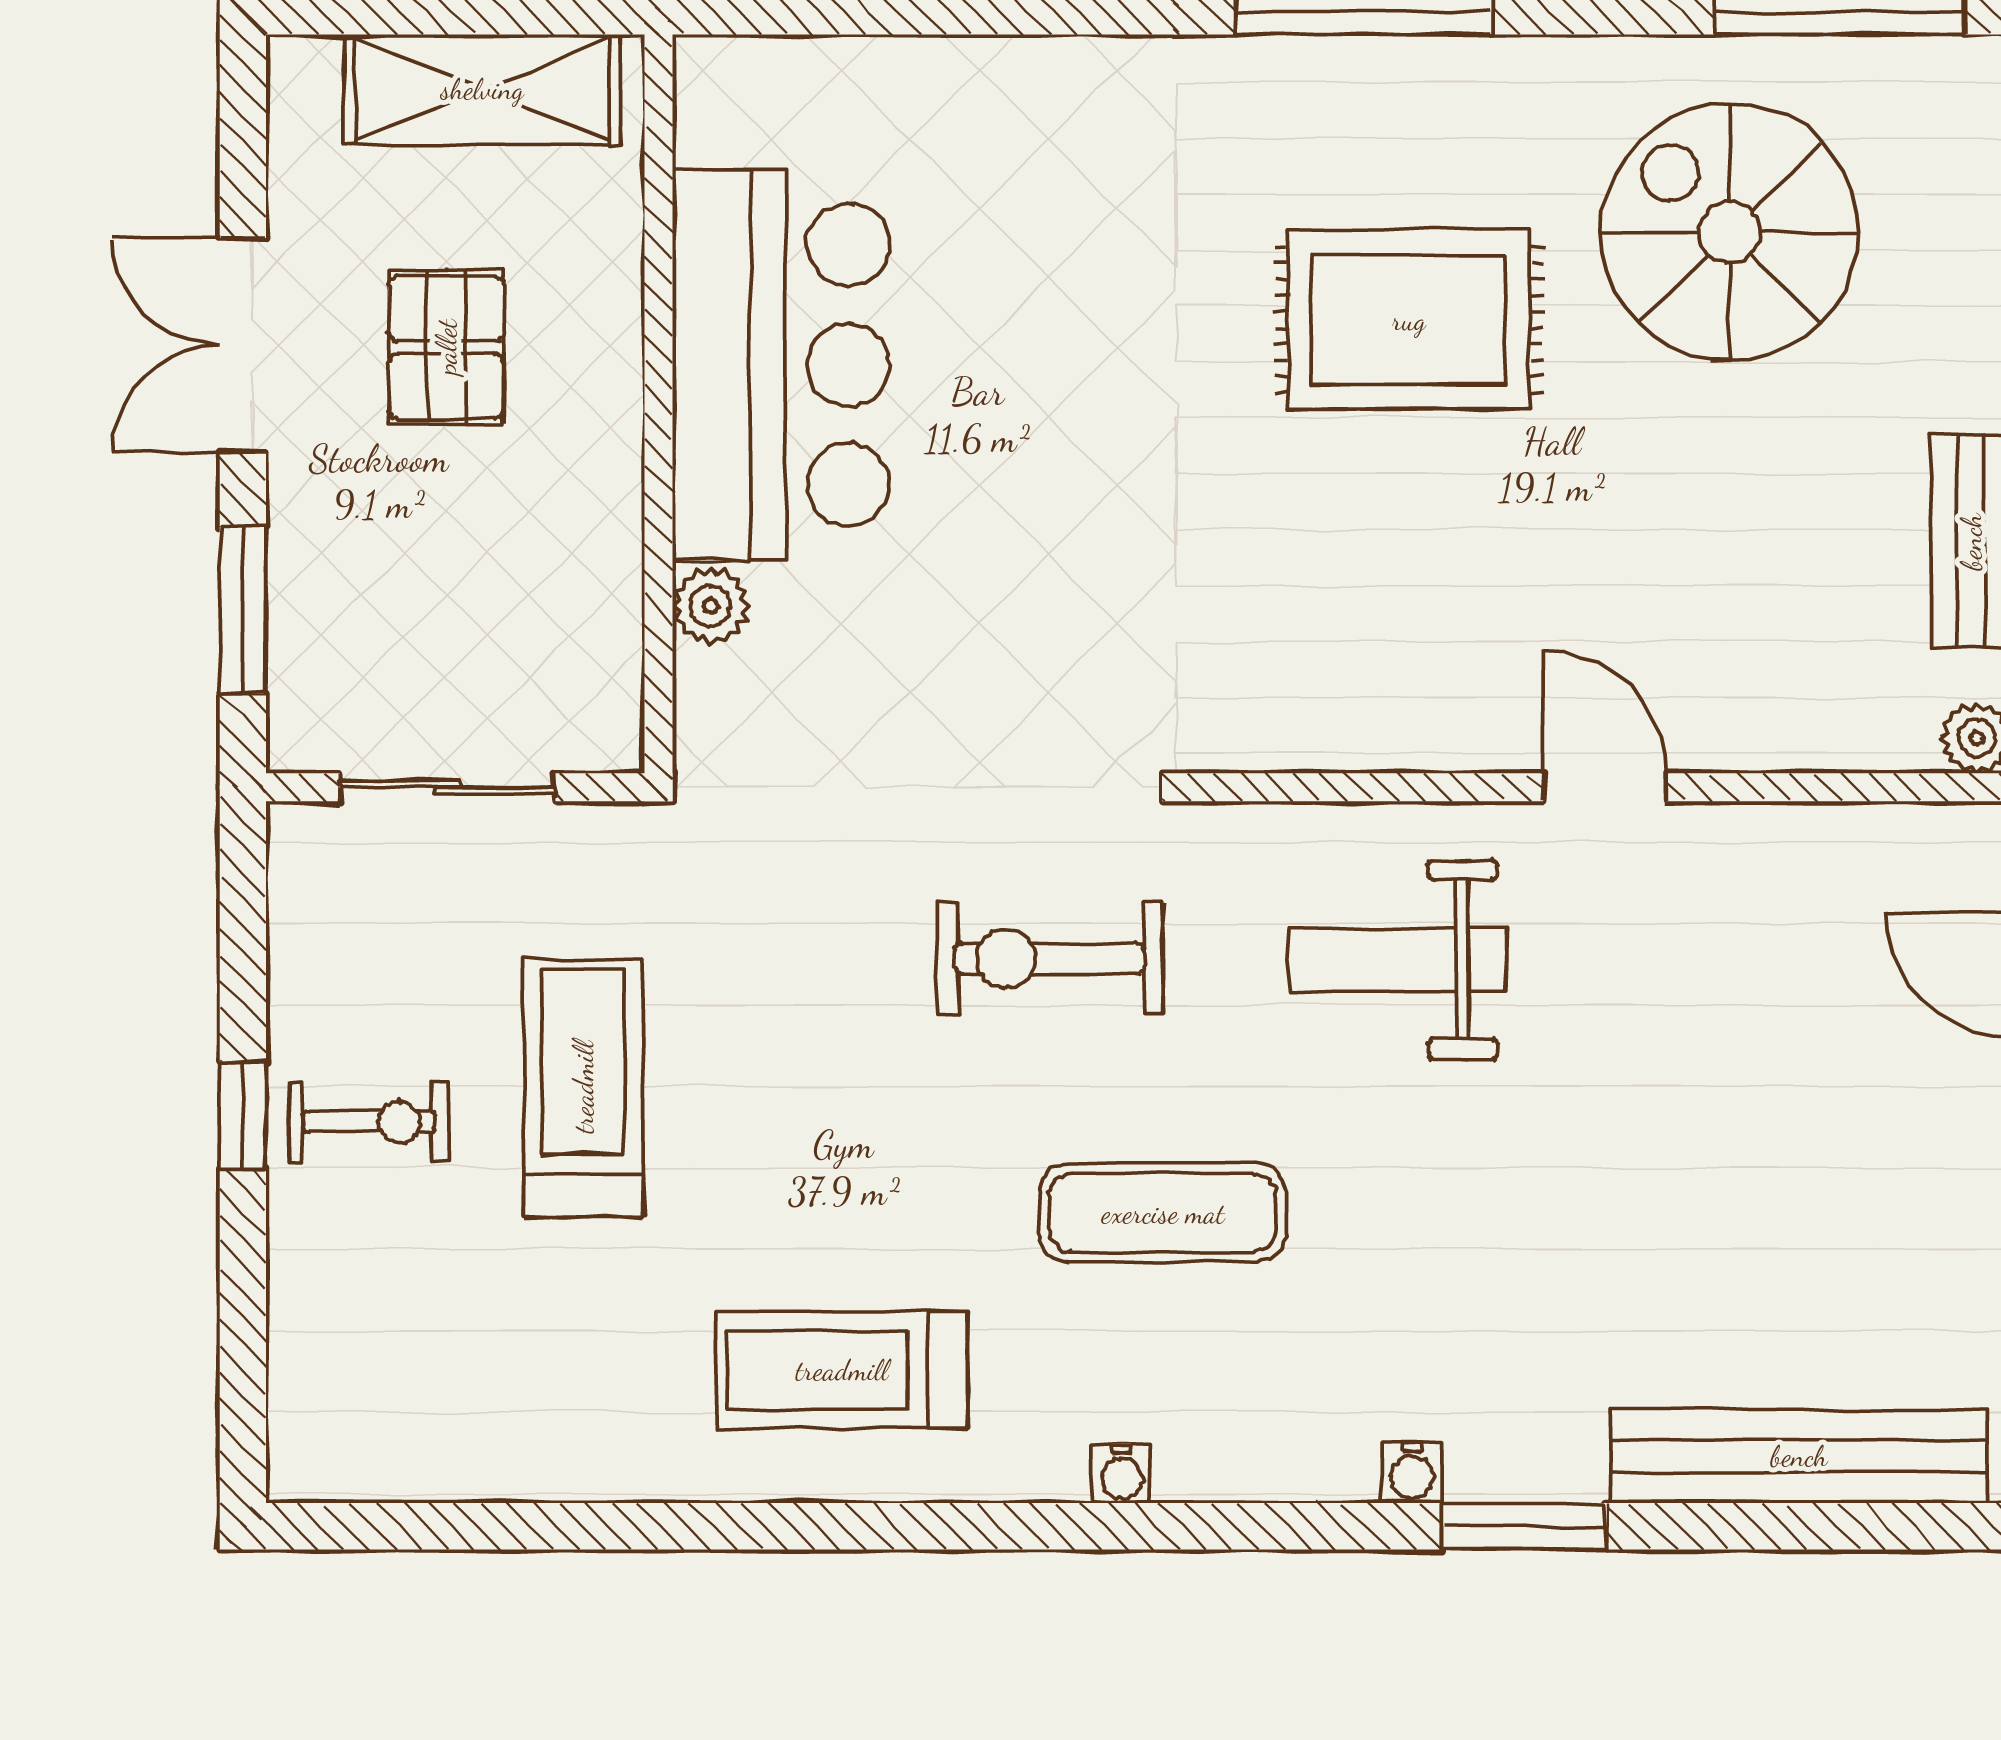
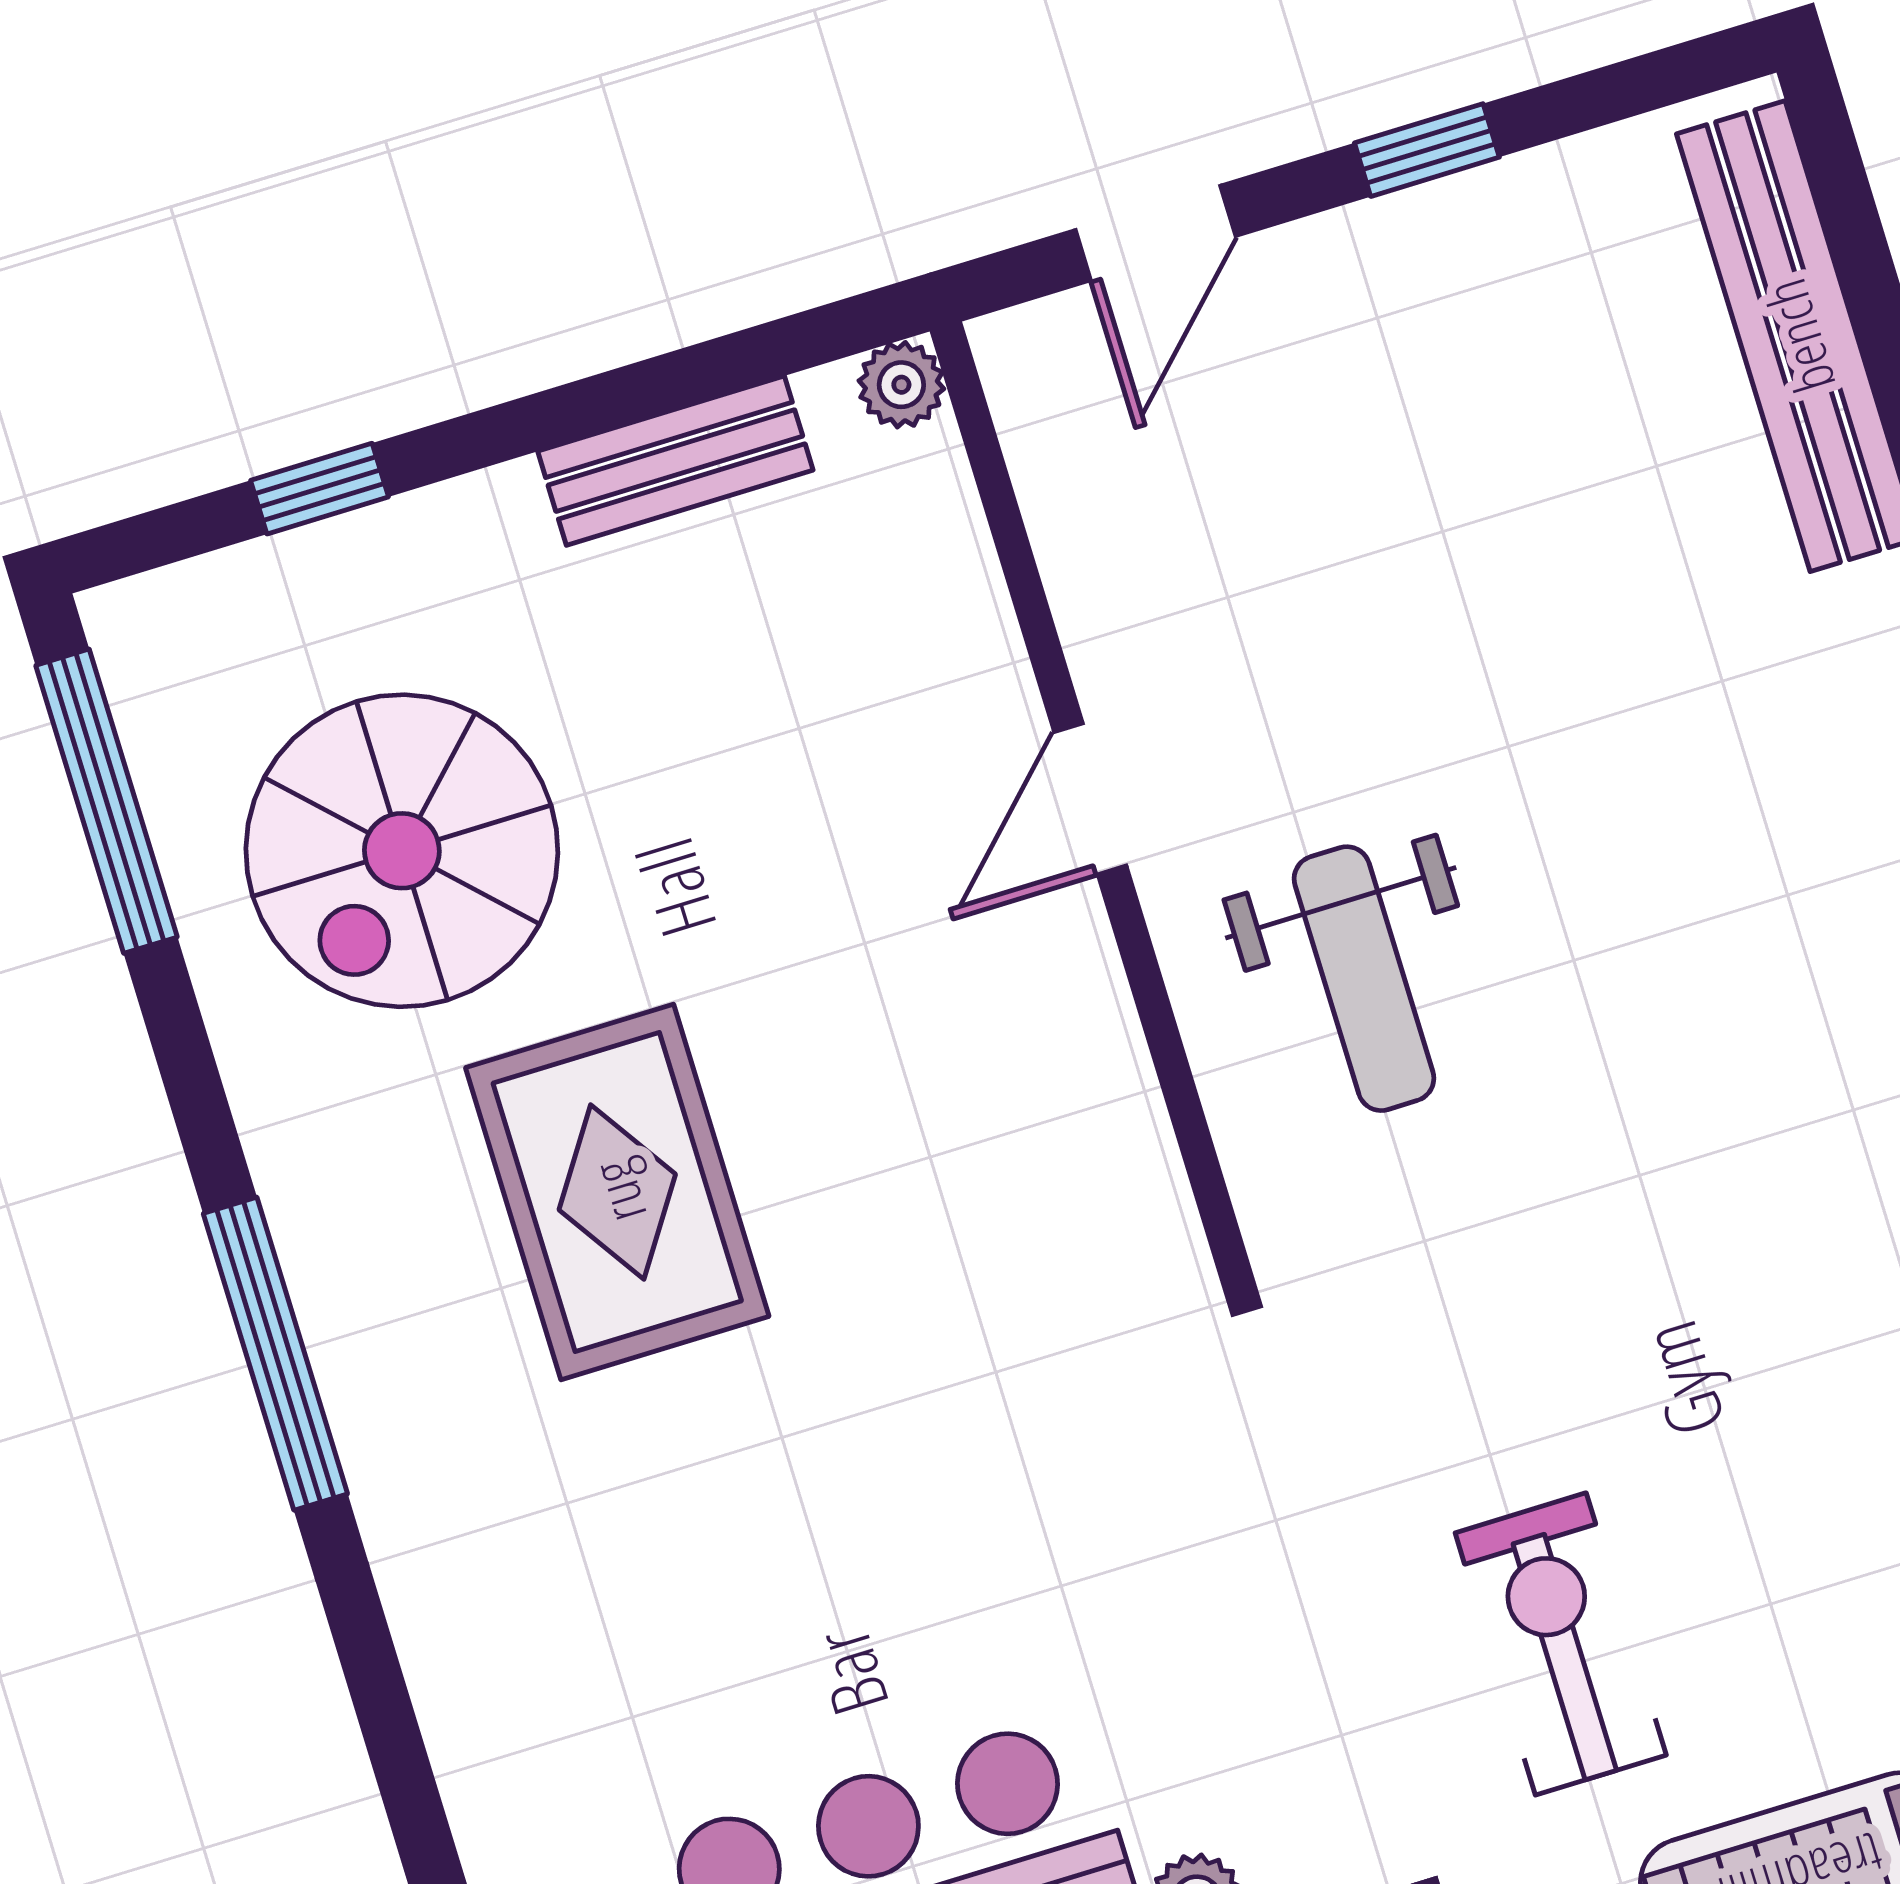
exercise bike: (1049, 958) -> (1561, 1644), moved, turned 180
exercise mat: (1163, 1213) -> (1741, 1161), removed

